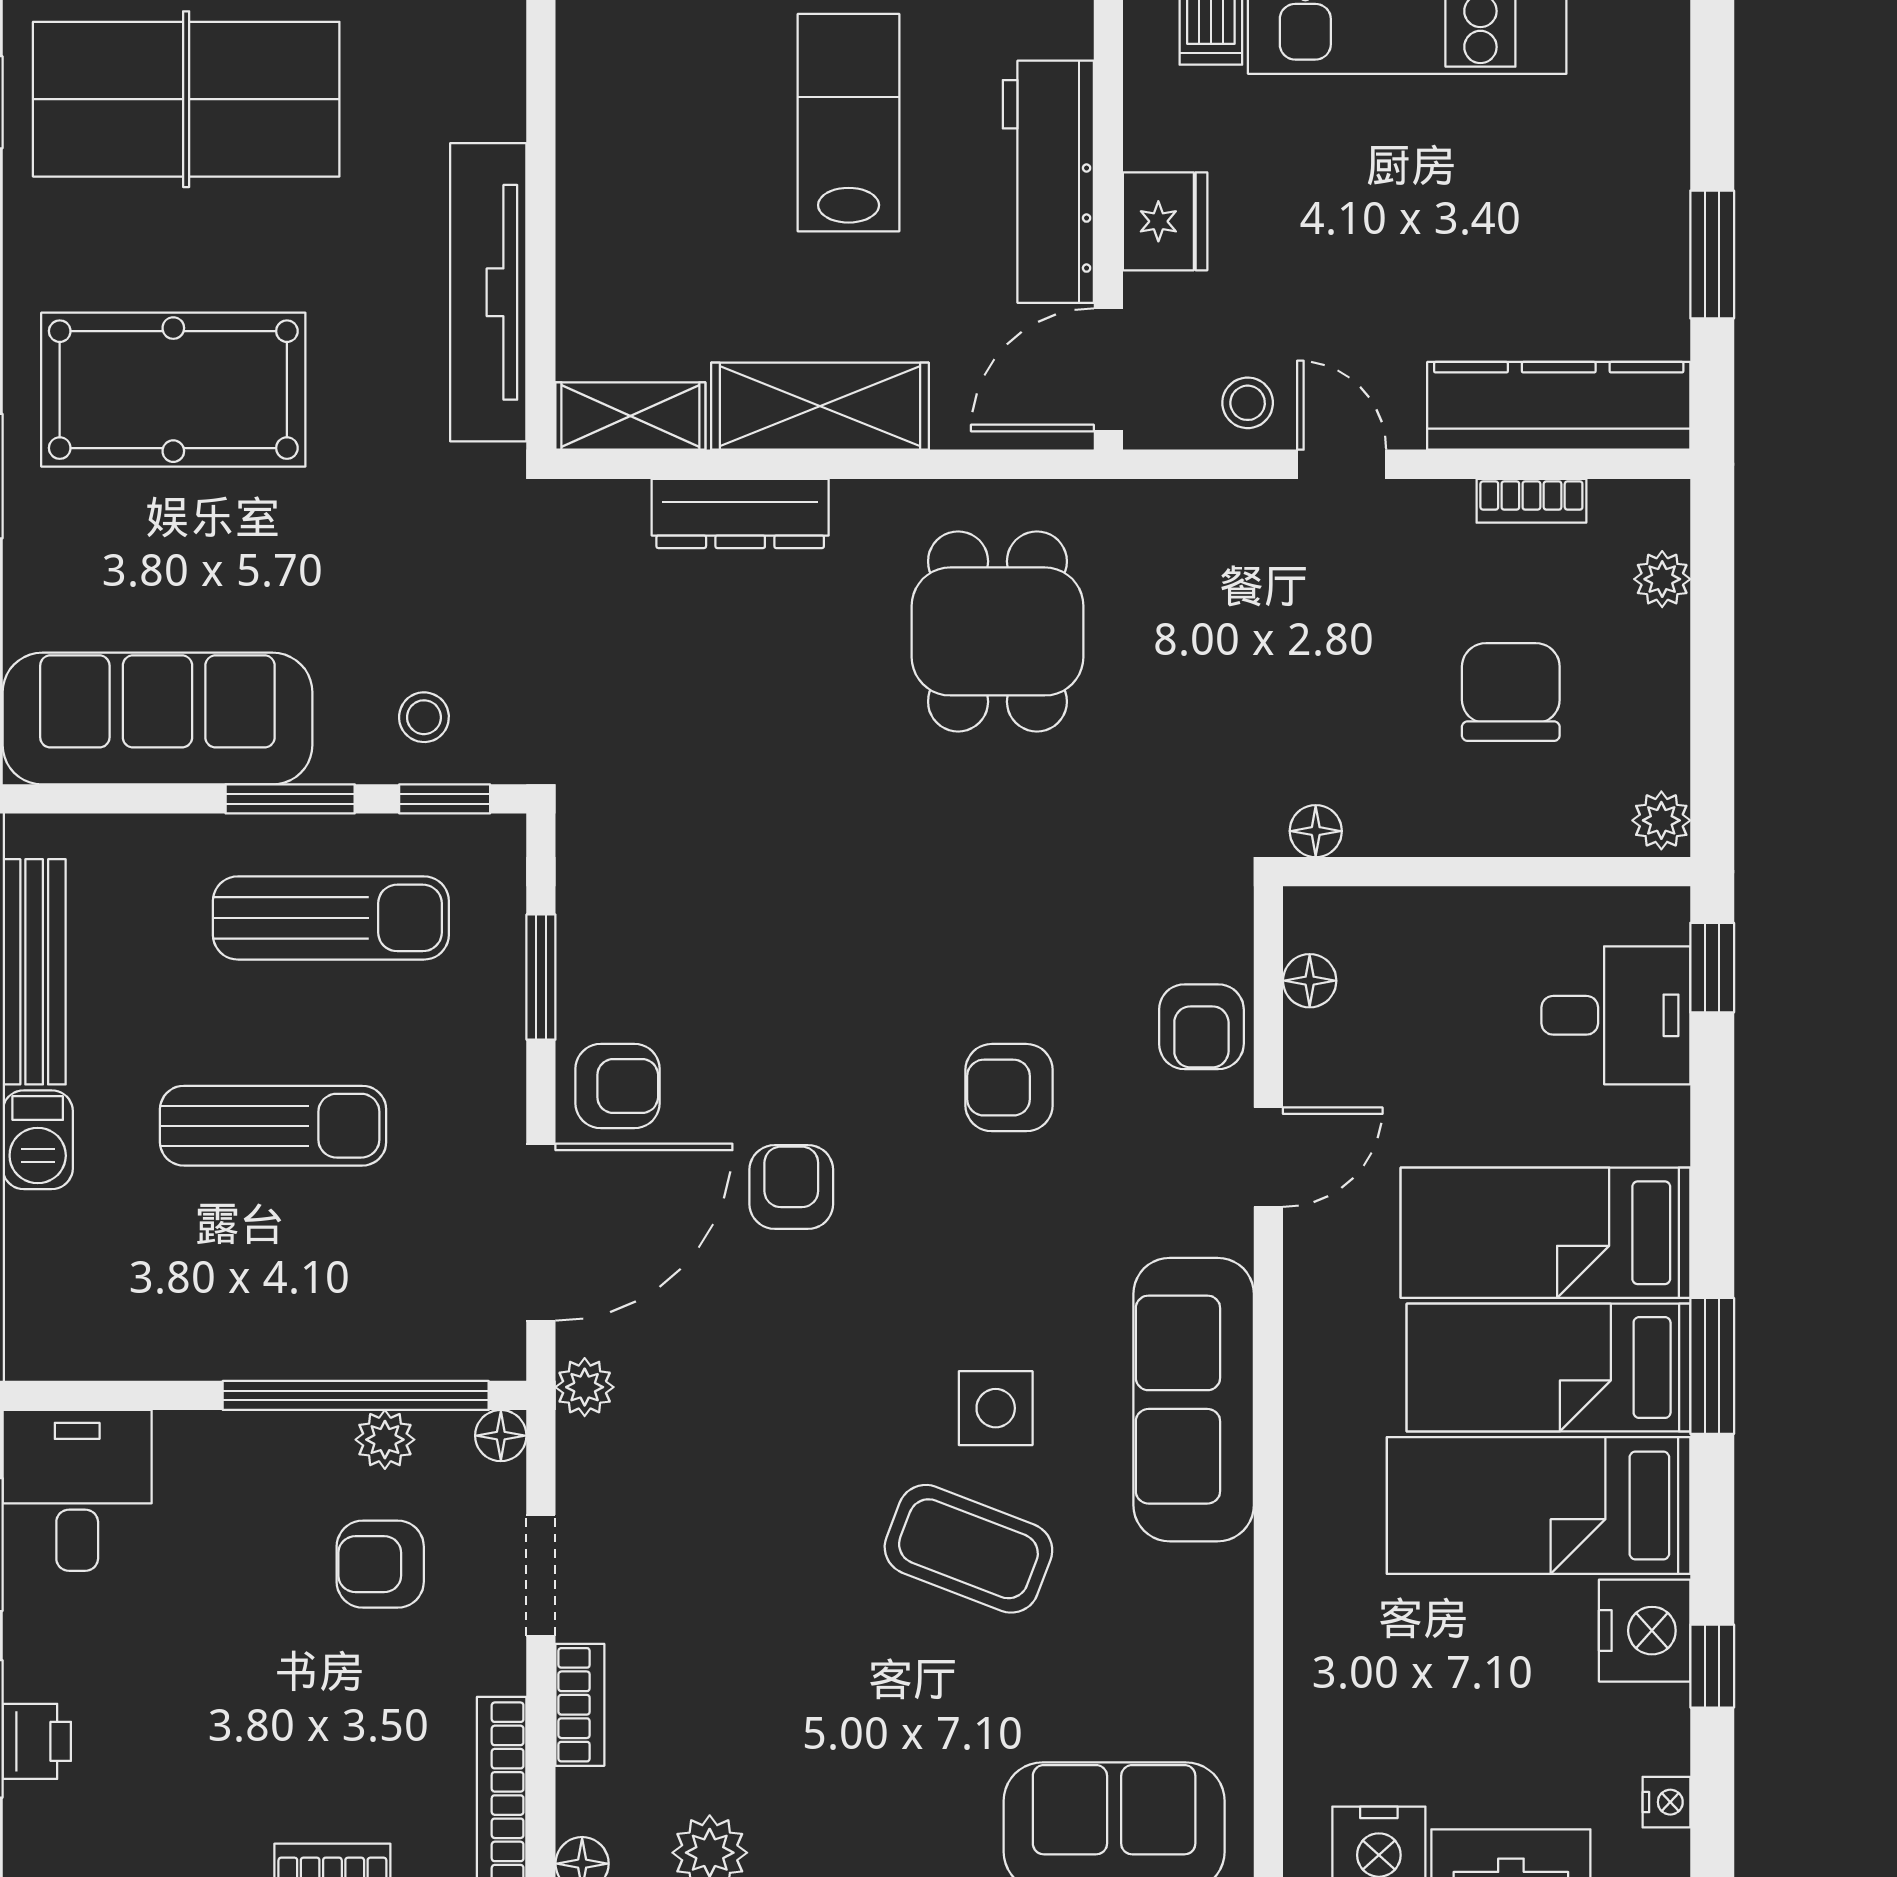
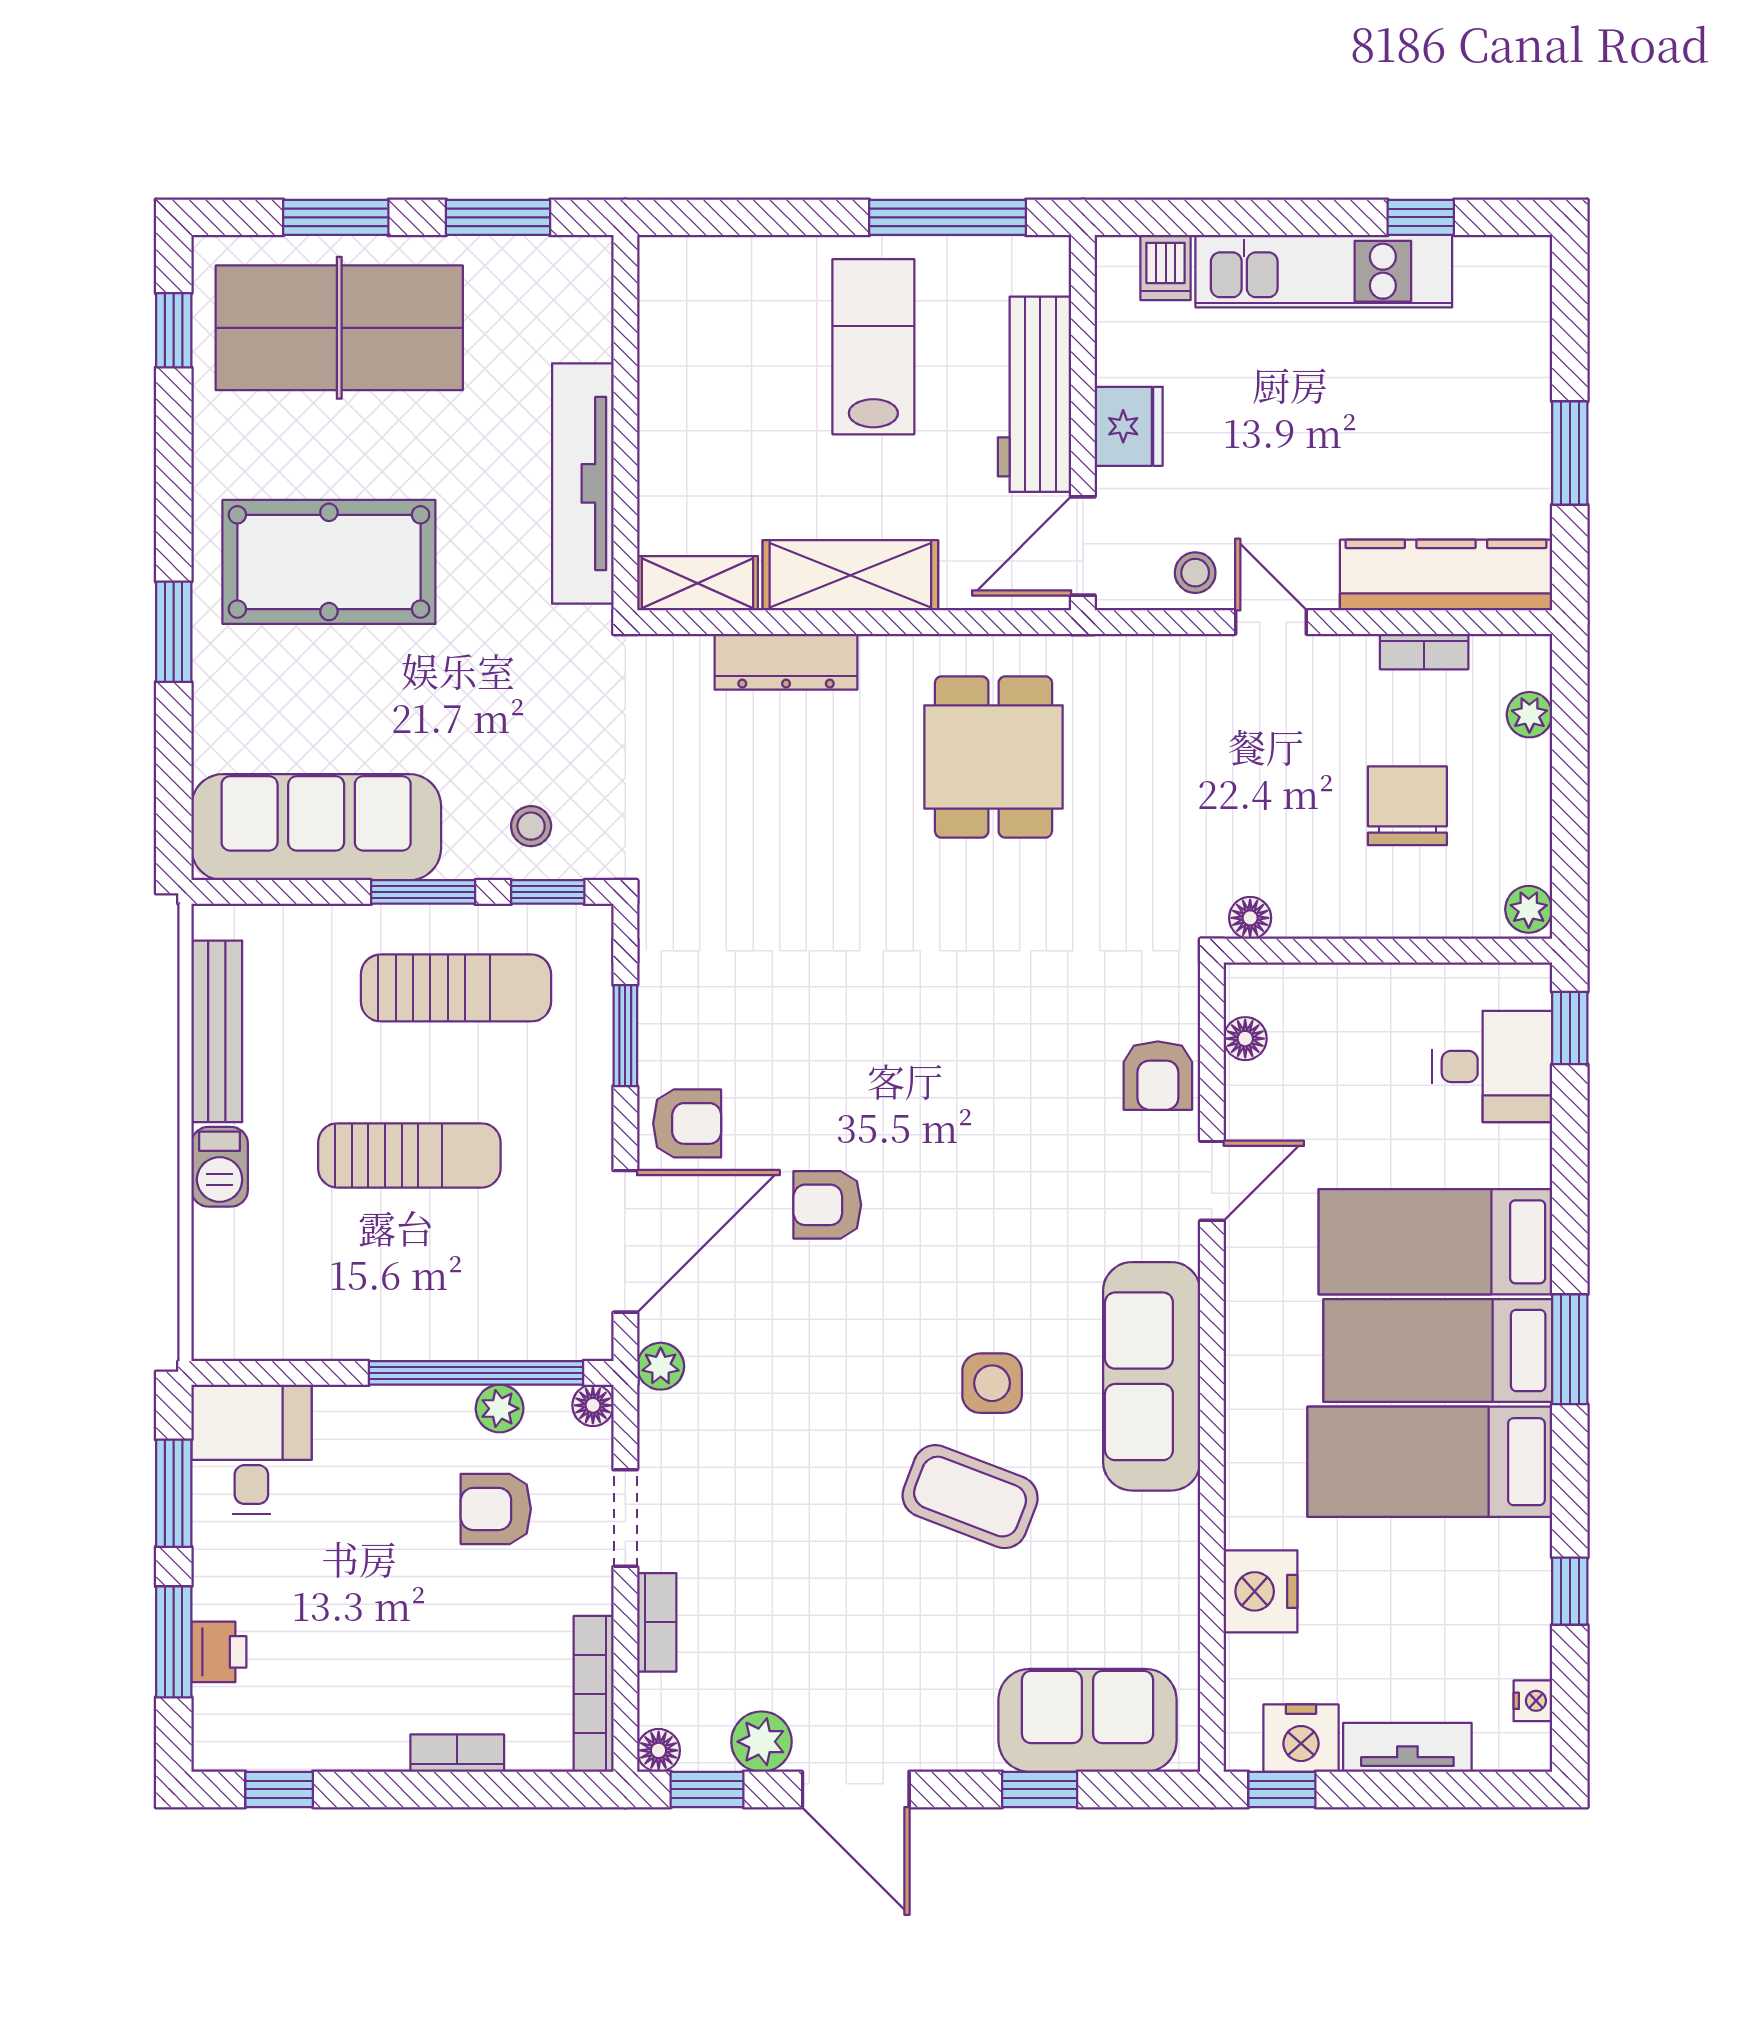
armchair: (1009, 1088) -> (1003, 1125), removed
armchair: (791, 1187) -> (827, 1205), turned -90
nightstand: (1645, 1631) -> (1261, 1591), moved, turned 180

